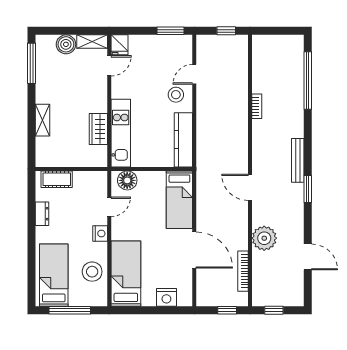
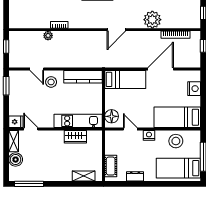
plant: (242, 90) -> (48, 36), added
shelving: (43, 120) -> (84, 176), moved

